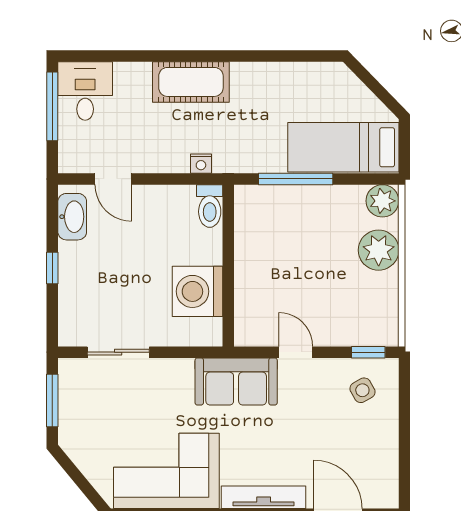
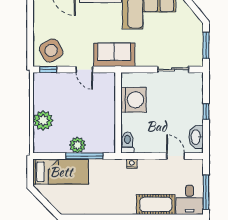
cot: (191, 82) -> (156, 204), moved
plant: (382, 201) -> (78, 145), moved
side table: (362, 390) -> (51, 50), width x1.87, depth x1.87

